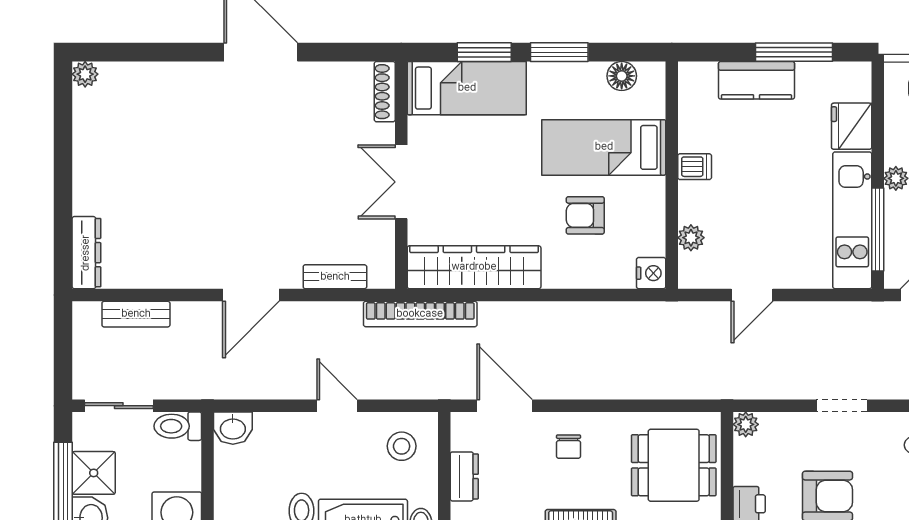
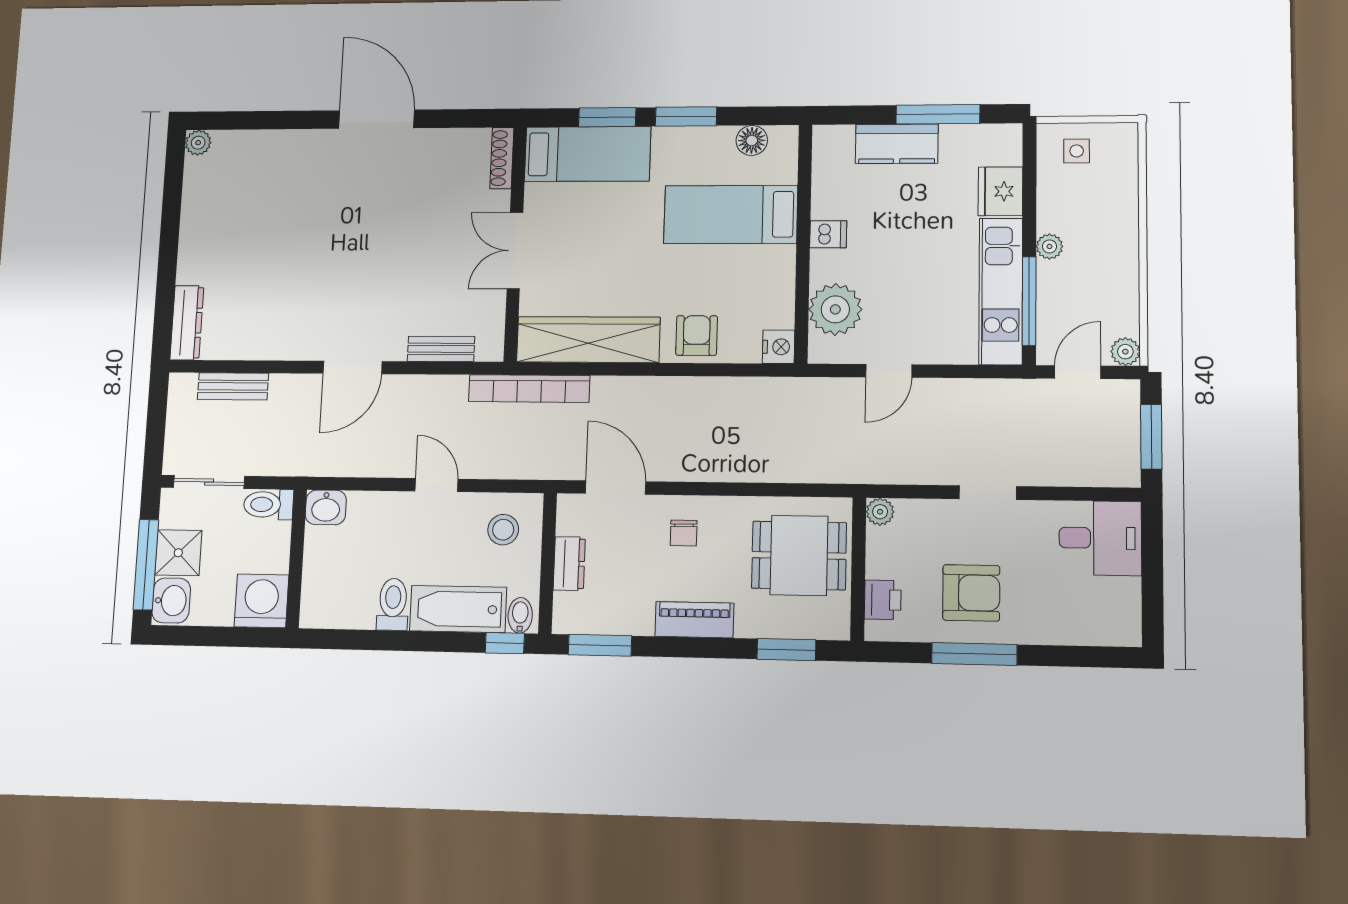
armchair: (585, 215) -> (697, 335), moved, turned 90
plant: (691, 238) -> (835, 309), width x1.88, depth x1.88

